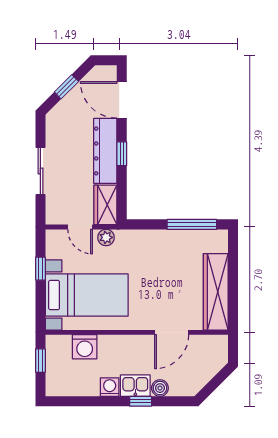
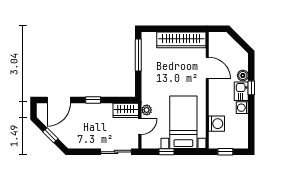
dresser: (105, 151) -> (91, 110), removed
sliding door: (40, 171) -> (116, 152), moved

